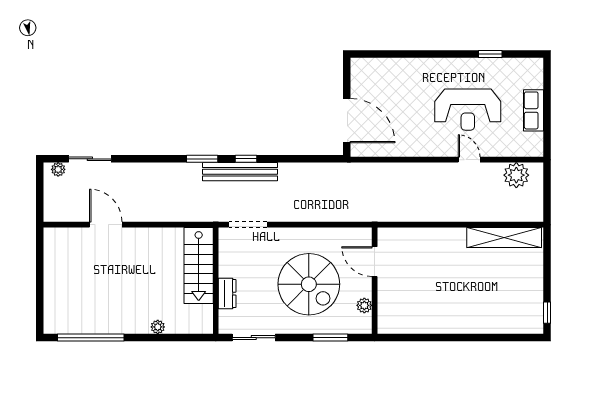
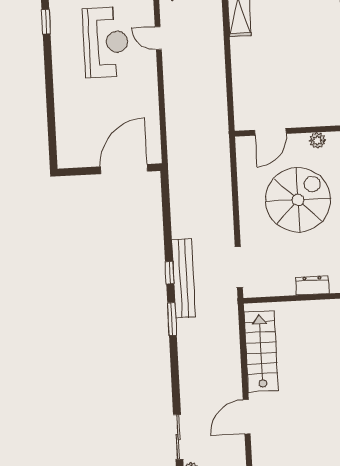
door: (469, 160) -> (158, 38), hinge flipped
stairs: (199, 266) -> (261, 351), moved, turned -90

